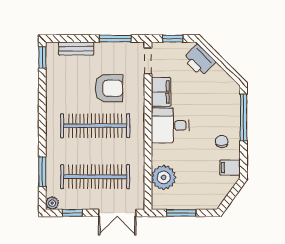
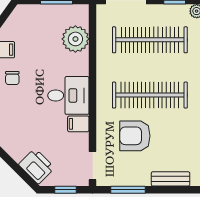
filing cabinet: (161, 92) -> (78, 124), width x0.50

